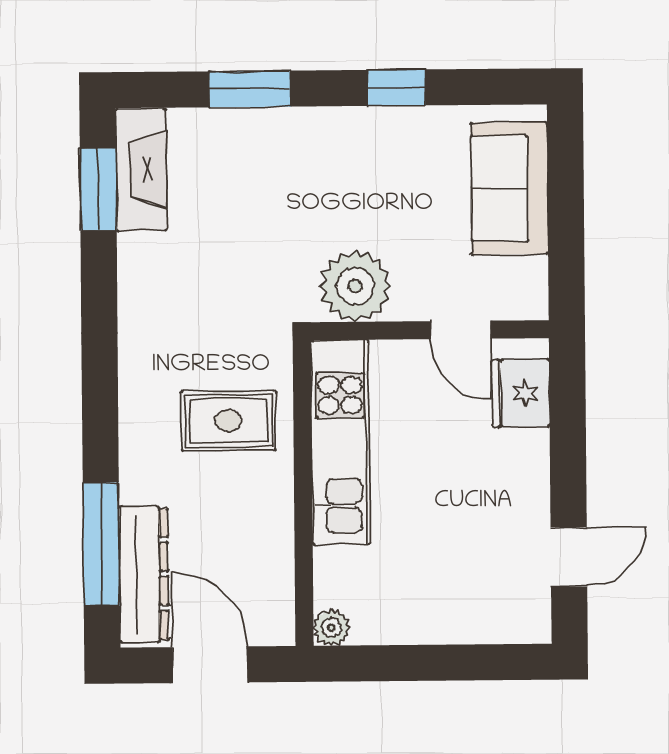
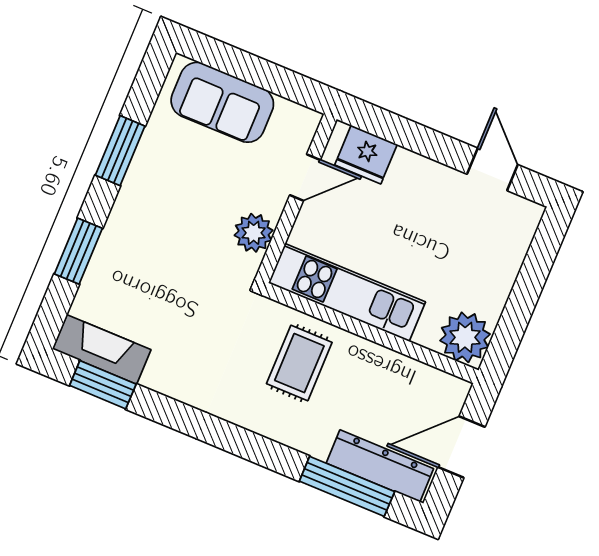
window: (396, 88) -> (120, 151), width x1.50
plant: (355, 286) -> (254, 233), width x0.73, depth x0.73
plant: (331, 627) -> (465, 337), width x1.88, depth x1.88

